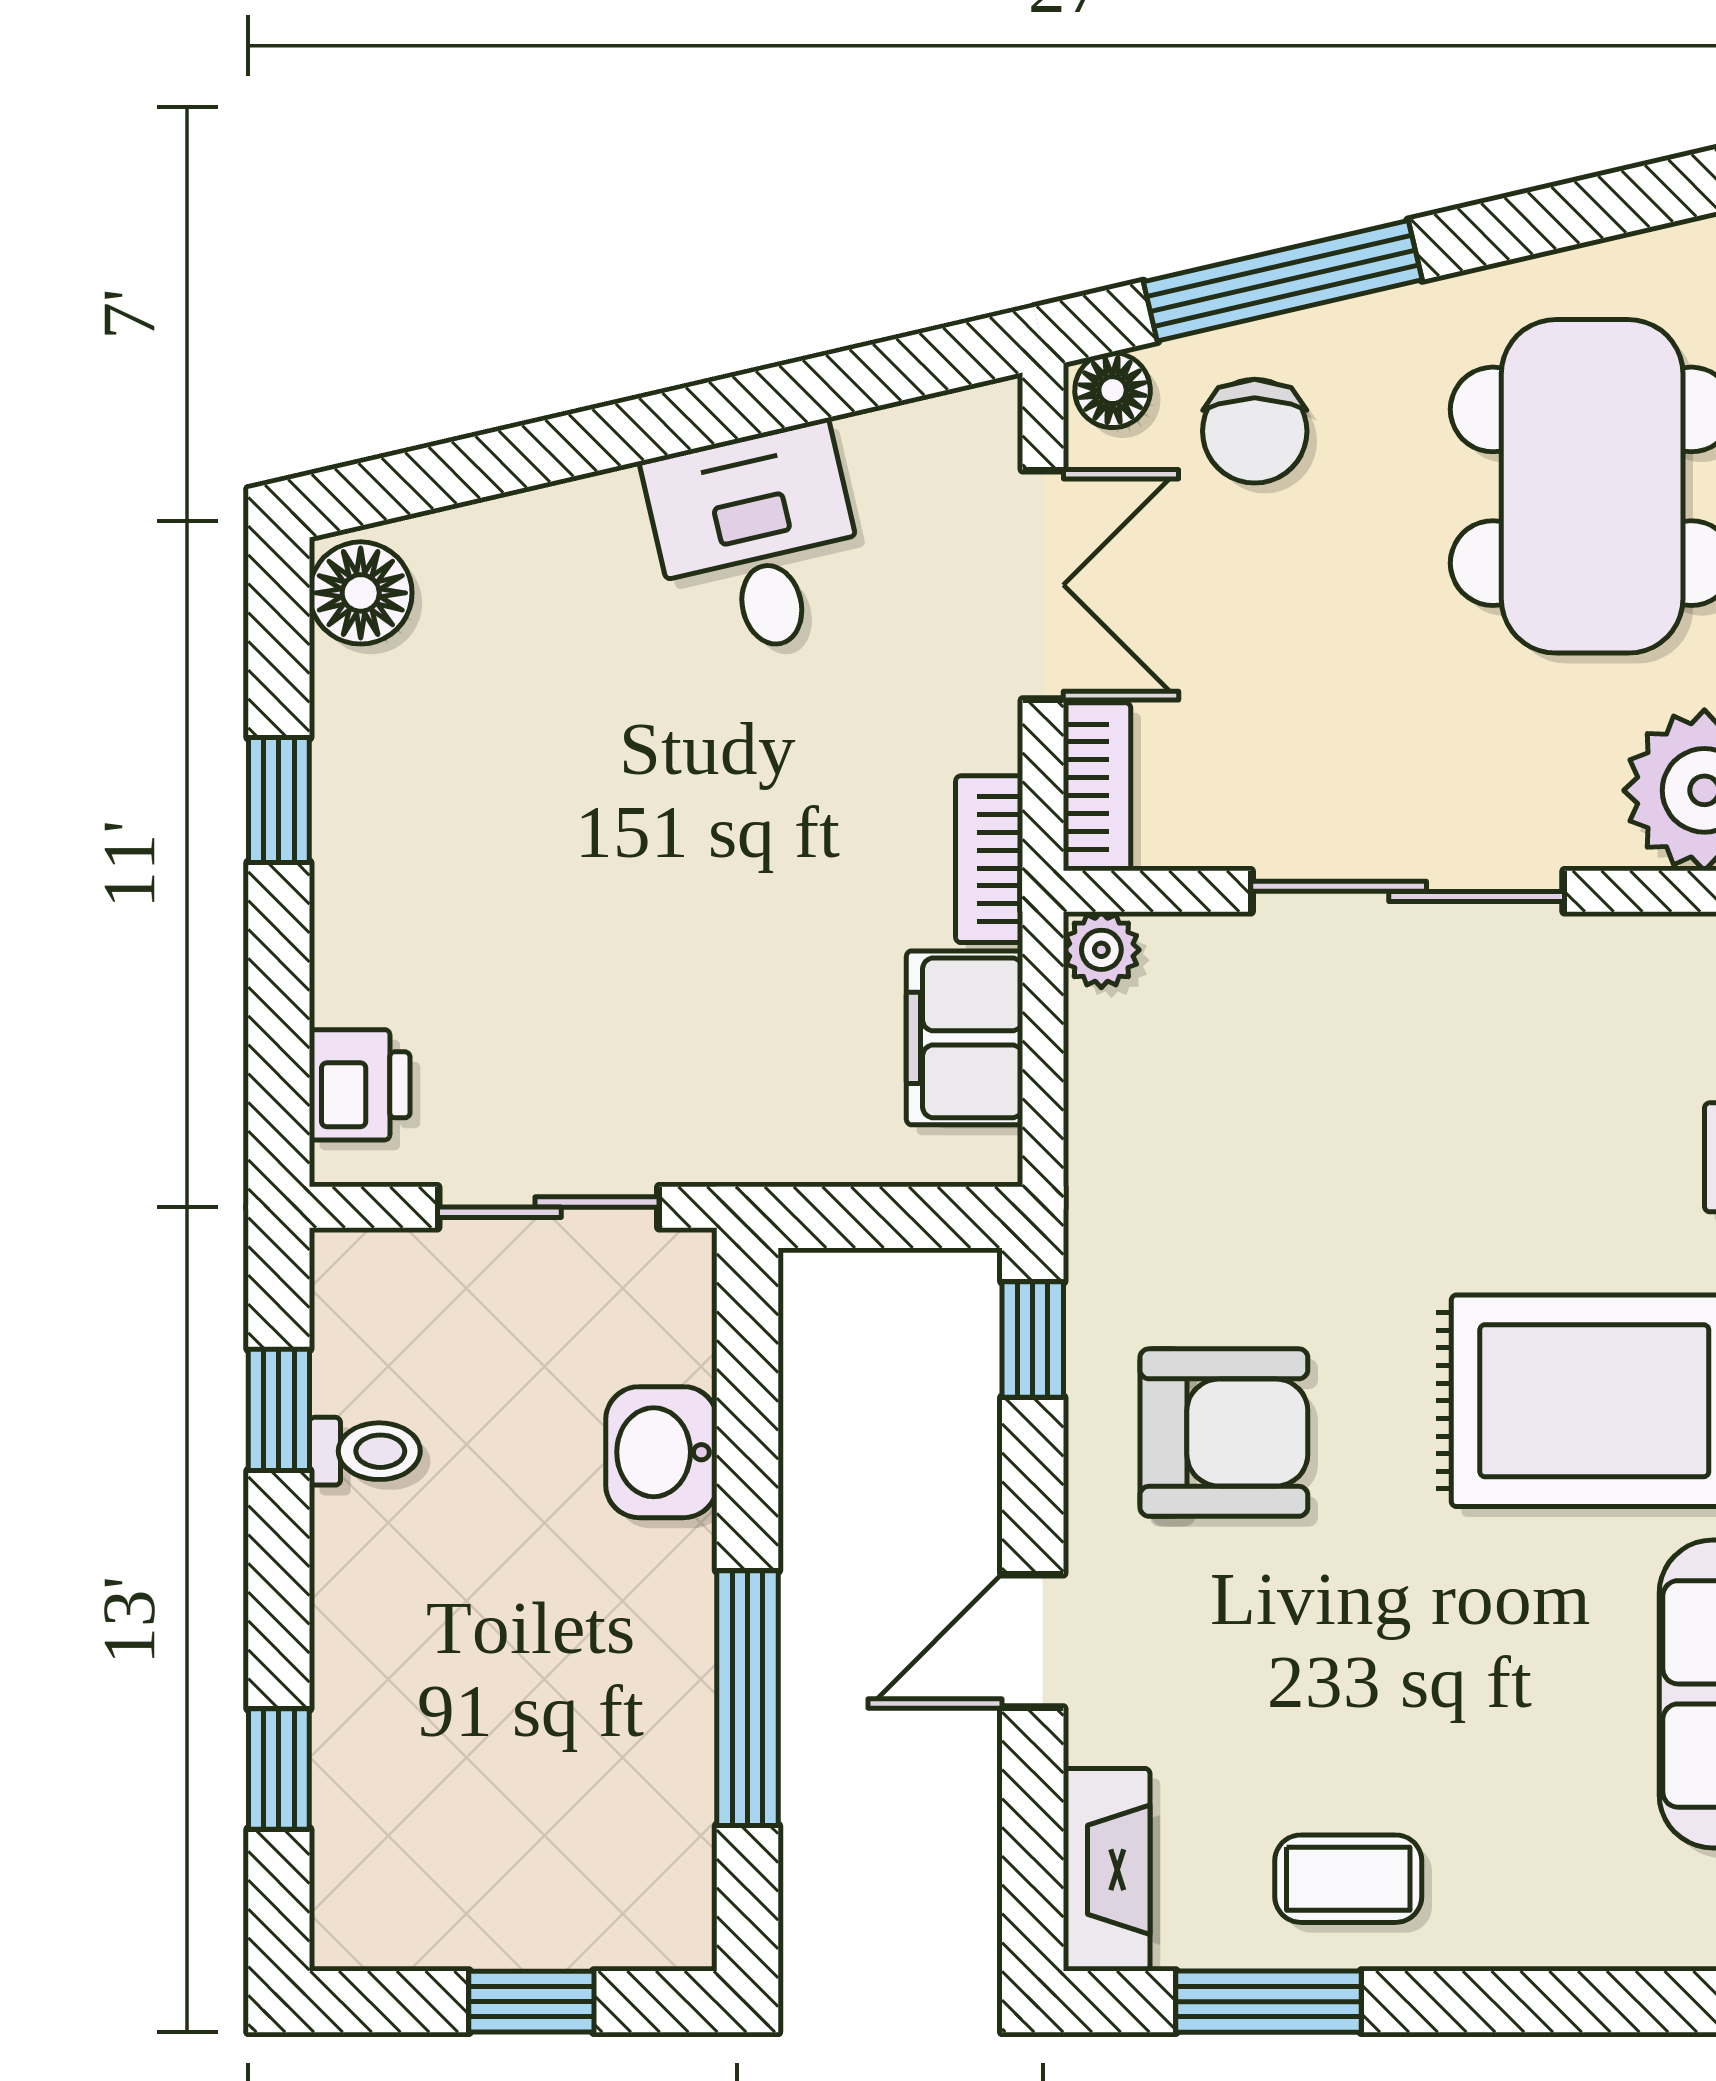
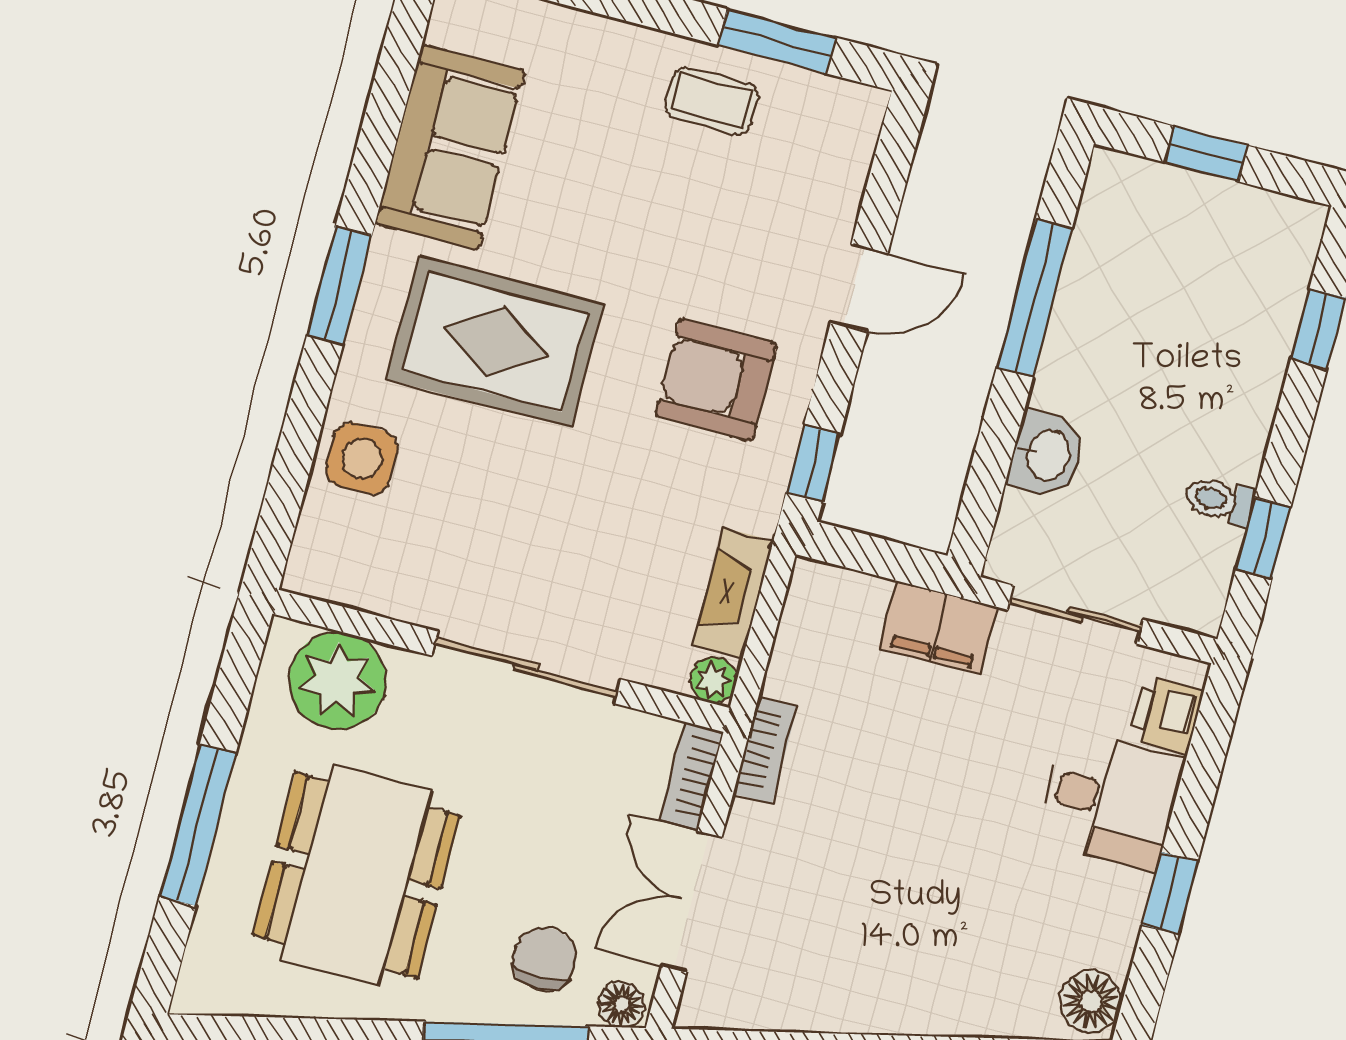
desk: (757, 541) -> (1110, 800), moved, turned -77
filing cabinet: (965, 1038) -> (938, 628), moved, turned 90
fireplace: (1107, 1870) -> (733, 593), moved

